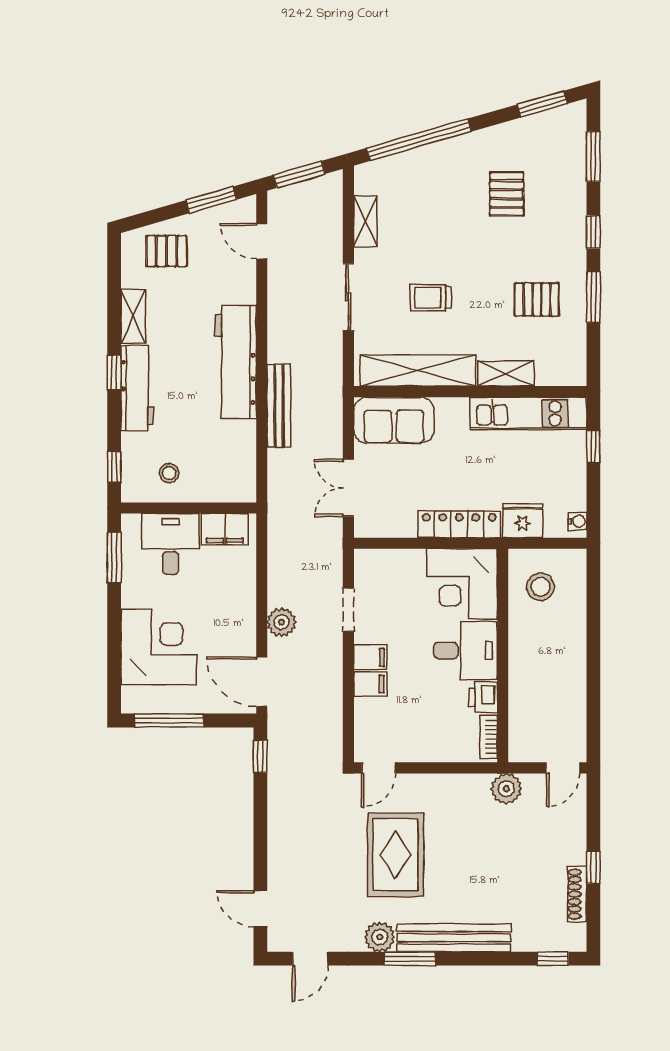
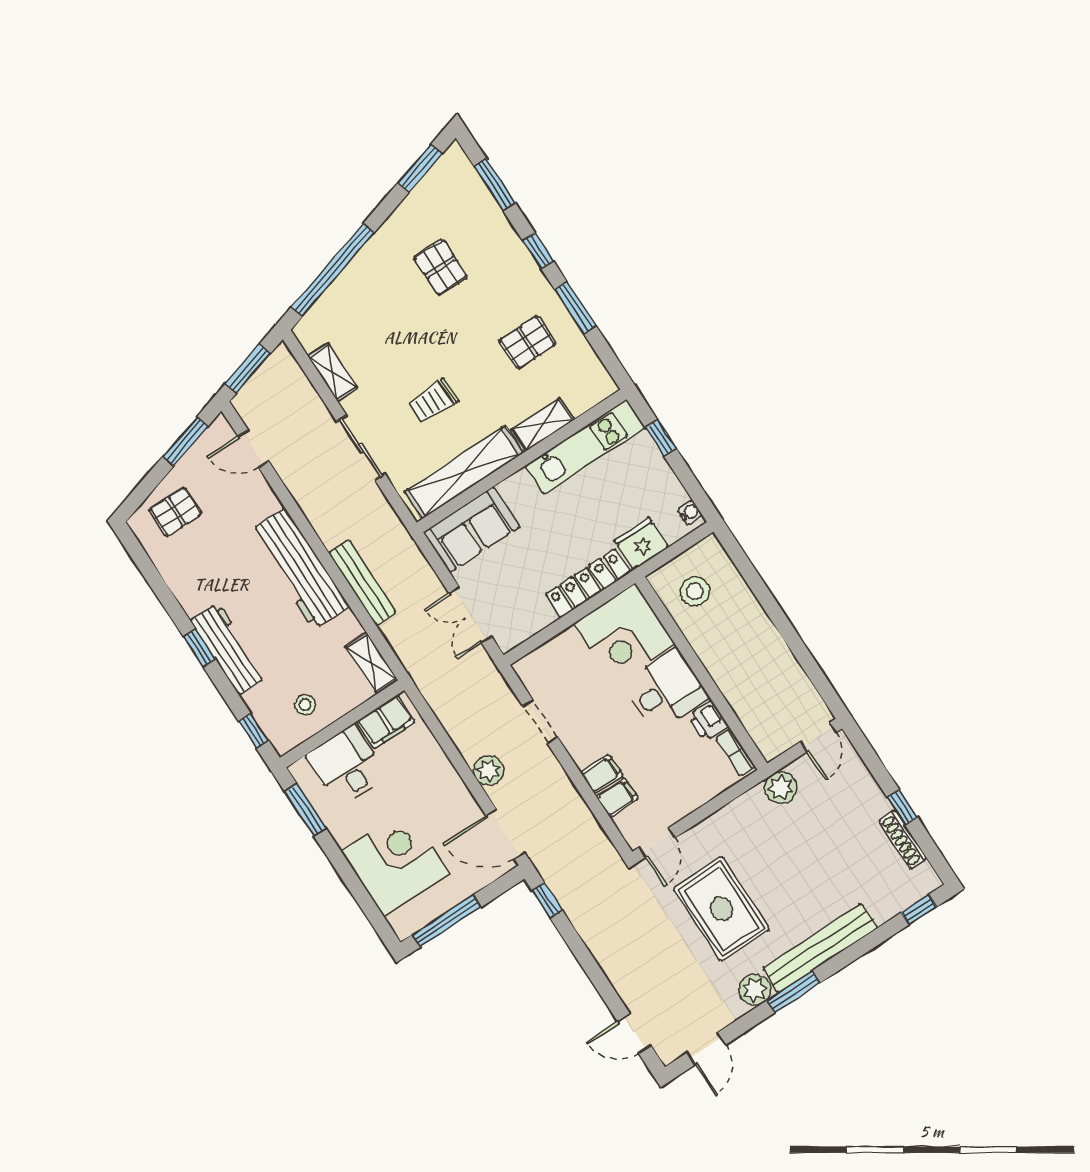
shelving: (133, 316) -> (371, 663), moved
filing cabinet: (370, 657) -> (617, 797), moved

